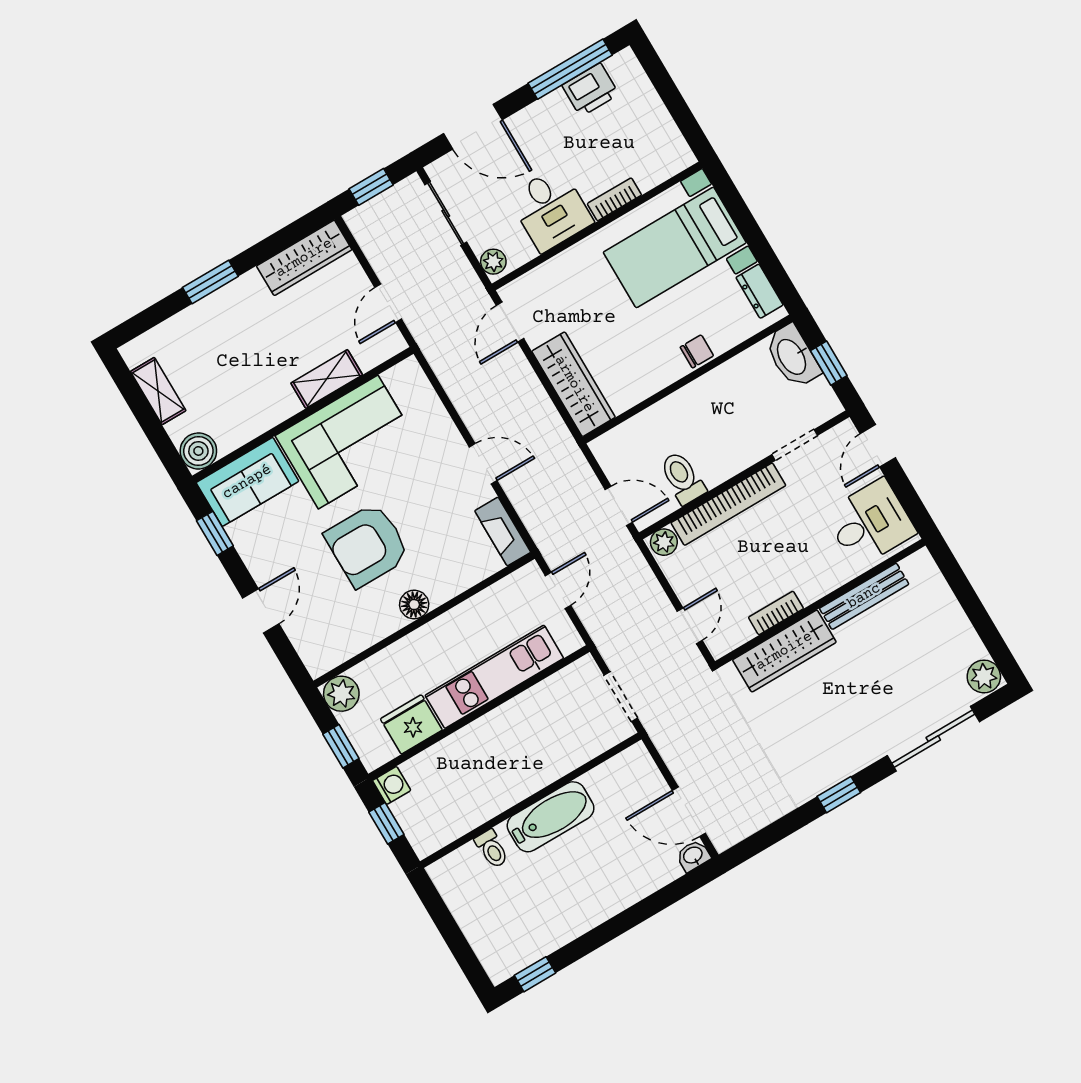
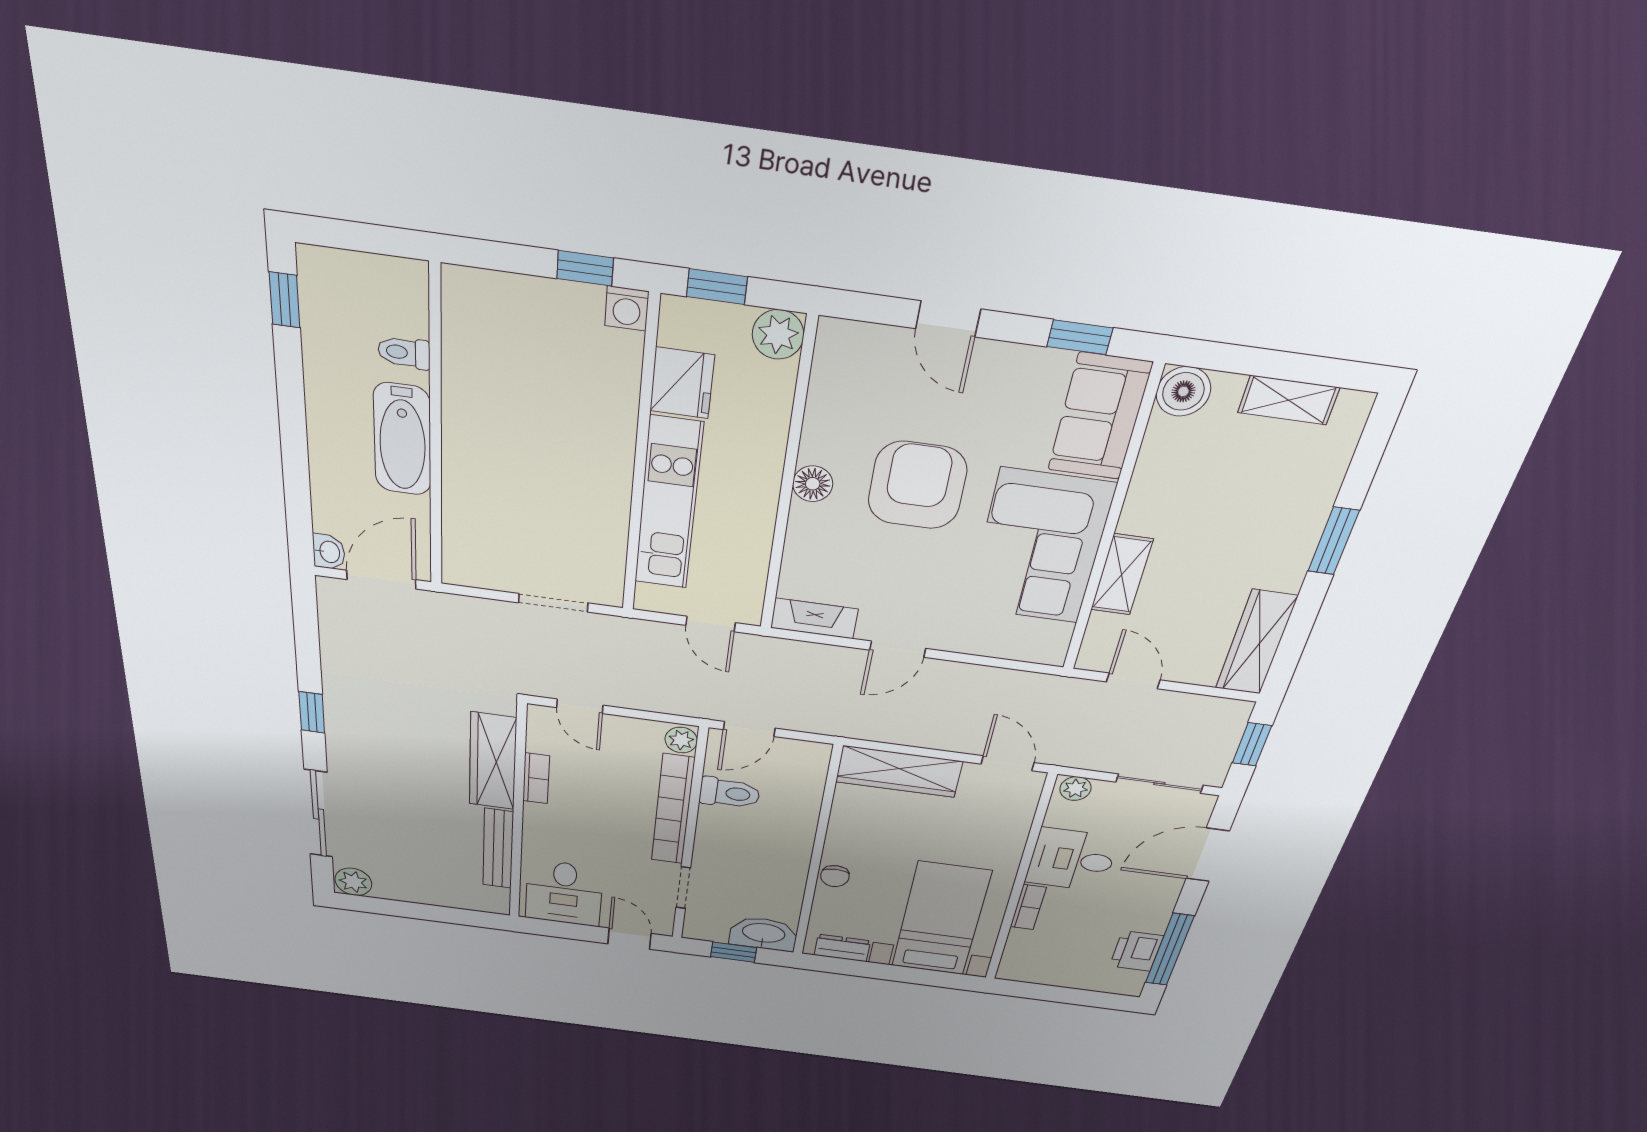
wall: (531, 800) -> (436, 433), moved
bathtub: (551, 817) -> (402, 440), moved
toilet: (492, 849) -> (404, 353), moved

